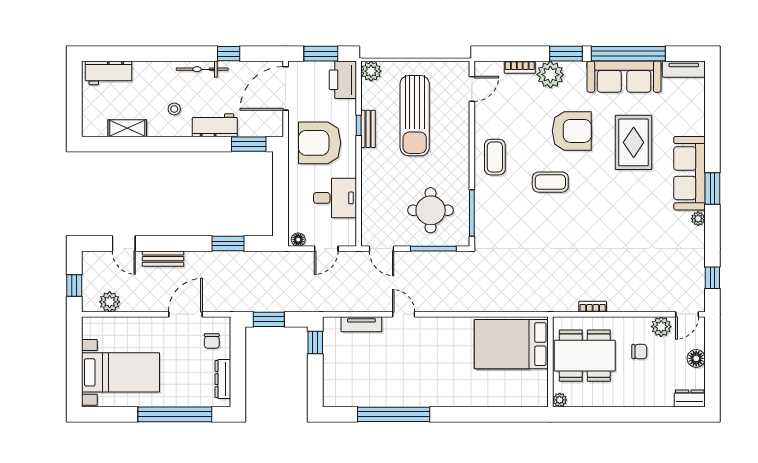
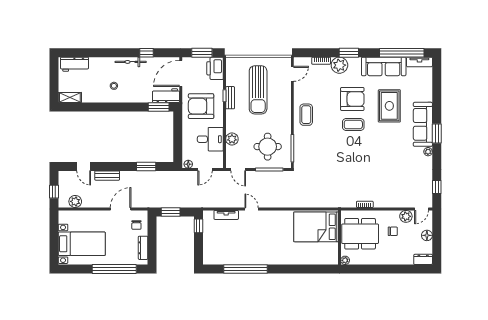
window: (628, 54) -> (402, 53), moved
plant: (371, 71) -> (232, 139), moved
workbench: (215, 125) -> (166, 96), moved
shelving: (127, 128) -> (70, 97), moved
coffee table: (550, 182) -> (353, 124), moved

